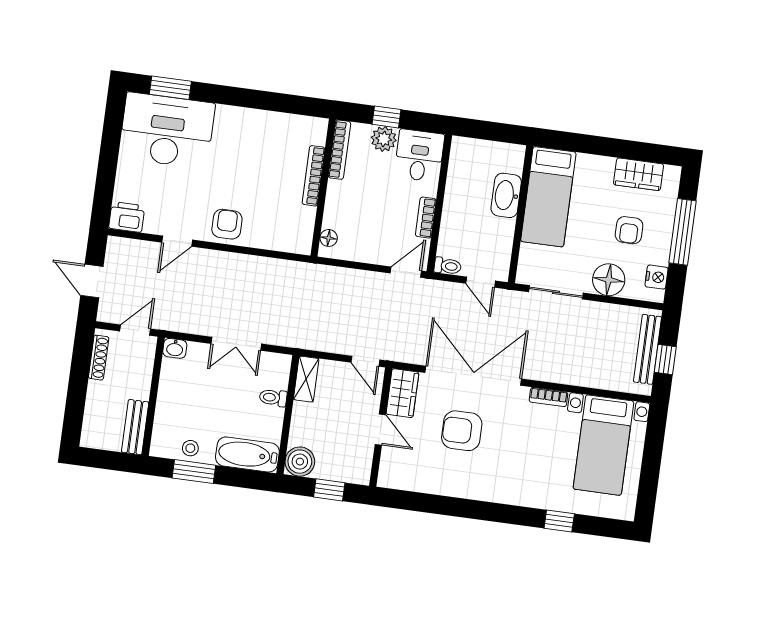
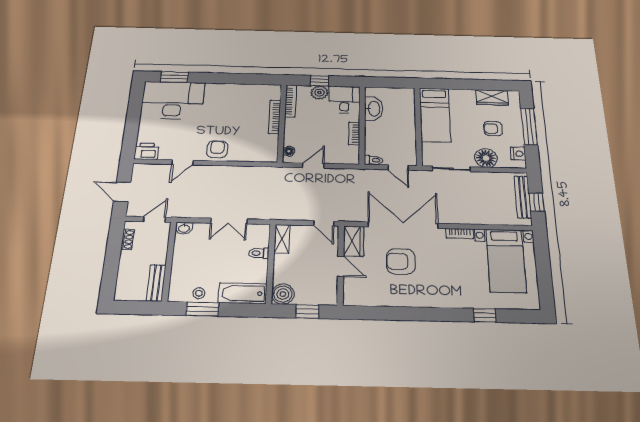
washbasin: (506, 195) -> (374, 109), moved, turned 180
armchair: (629, 230) -> (493, 129), turned 90
door: (406, 272) -> (313, 166), moved
shoe rack: (99, 358) -> (128, 239), width x0.70

